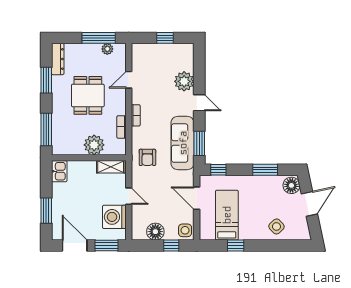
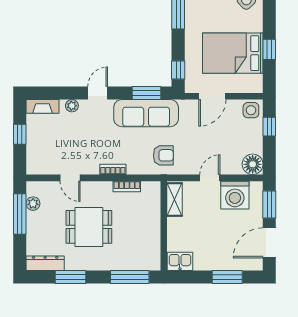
fireplace: (188, 57) -> (43, 106), added
plant: (184, 81) -> (72, 106), width x0.53, depth x0.53
plant: (94, 145) -> (148, 219), removed
bed: (227, 215) -> (233, 53), width x1.50
floor lamp: (155, 232) -> (253, 164), moved

